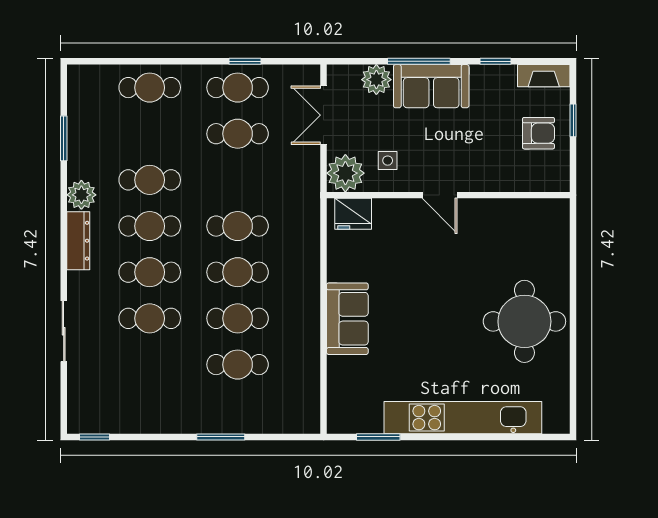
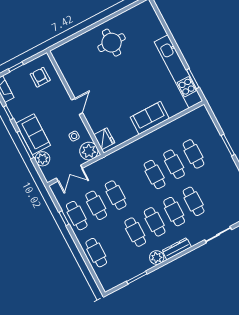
armchair: (538, 133) -> (40, 77), moved
cafe table: (238, 226) -> (116, 195), moved
round table: (524, 321) -> (112, 43), width x0.73, depth x0.73
kitchen unit: (463, 418) -> (179, 71), moved

